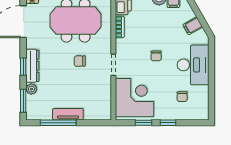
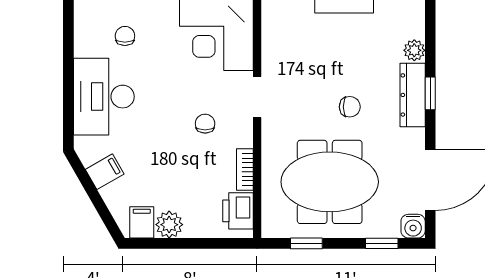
chair: (156, 56) -> (205, 124), moved
chair: (80, 61) -> (350, 107), moved
window: (23, 101) -> (430, 28), removed

